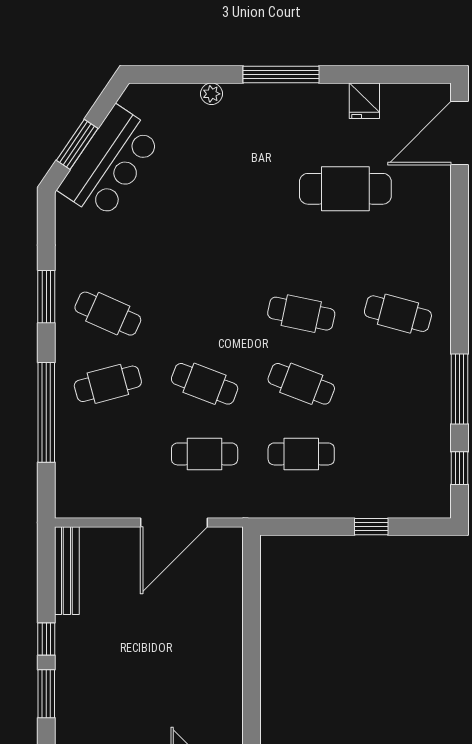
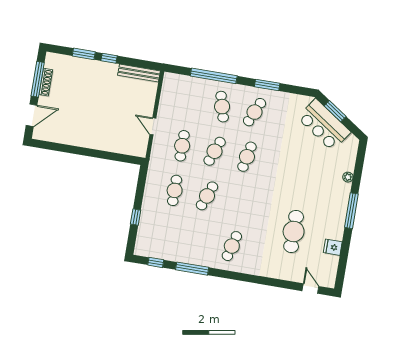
door: (460, 133) -> (310, 289), width x0.53
cafe table: (301, 314) -> (247, 157), moved
door: (174, 522) -> (153, 126), width x0.53

